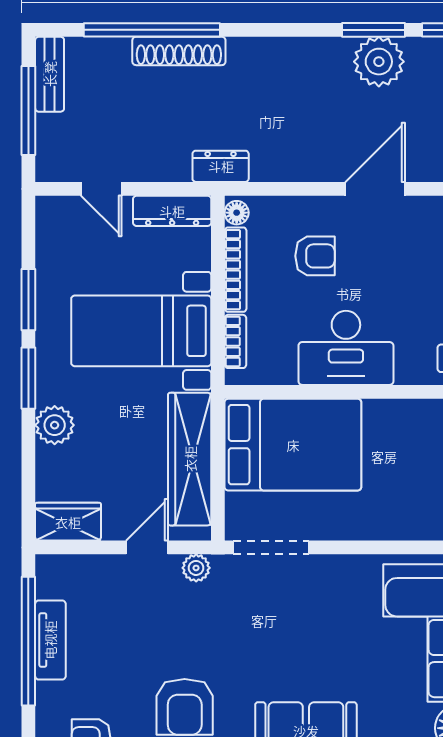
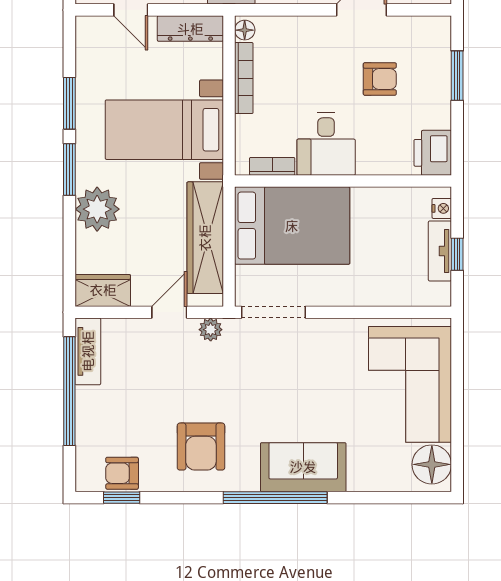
armchair: (315, 256) -> (380, 79), moved
bookcase: (235, 341) -> (272, 166), moved, turned -90
desk: (346, 348) -> (326, 144), width x0.73
plant: (55, 425) -> (97, 209), width x1.36, depth x1.36
tv unit: (50, 640) -> (88, 351), moved

